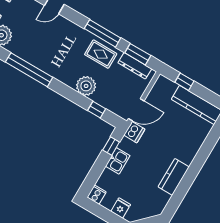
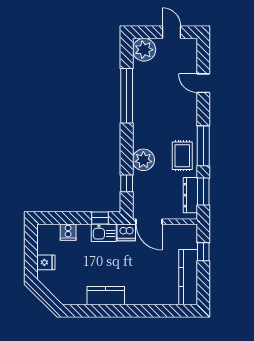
kitchen sink: (118, 161) -> (104, 233), moved
cooker: (97, 195) -> (68, 232), moved, turned 90

